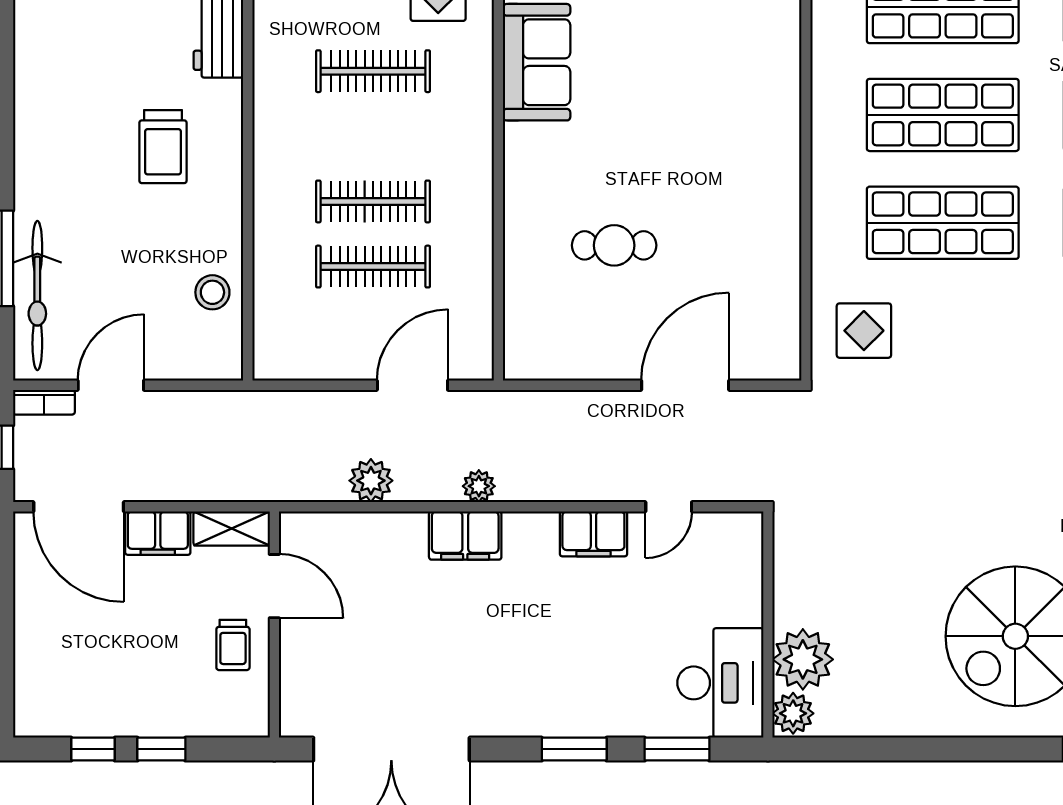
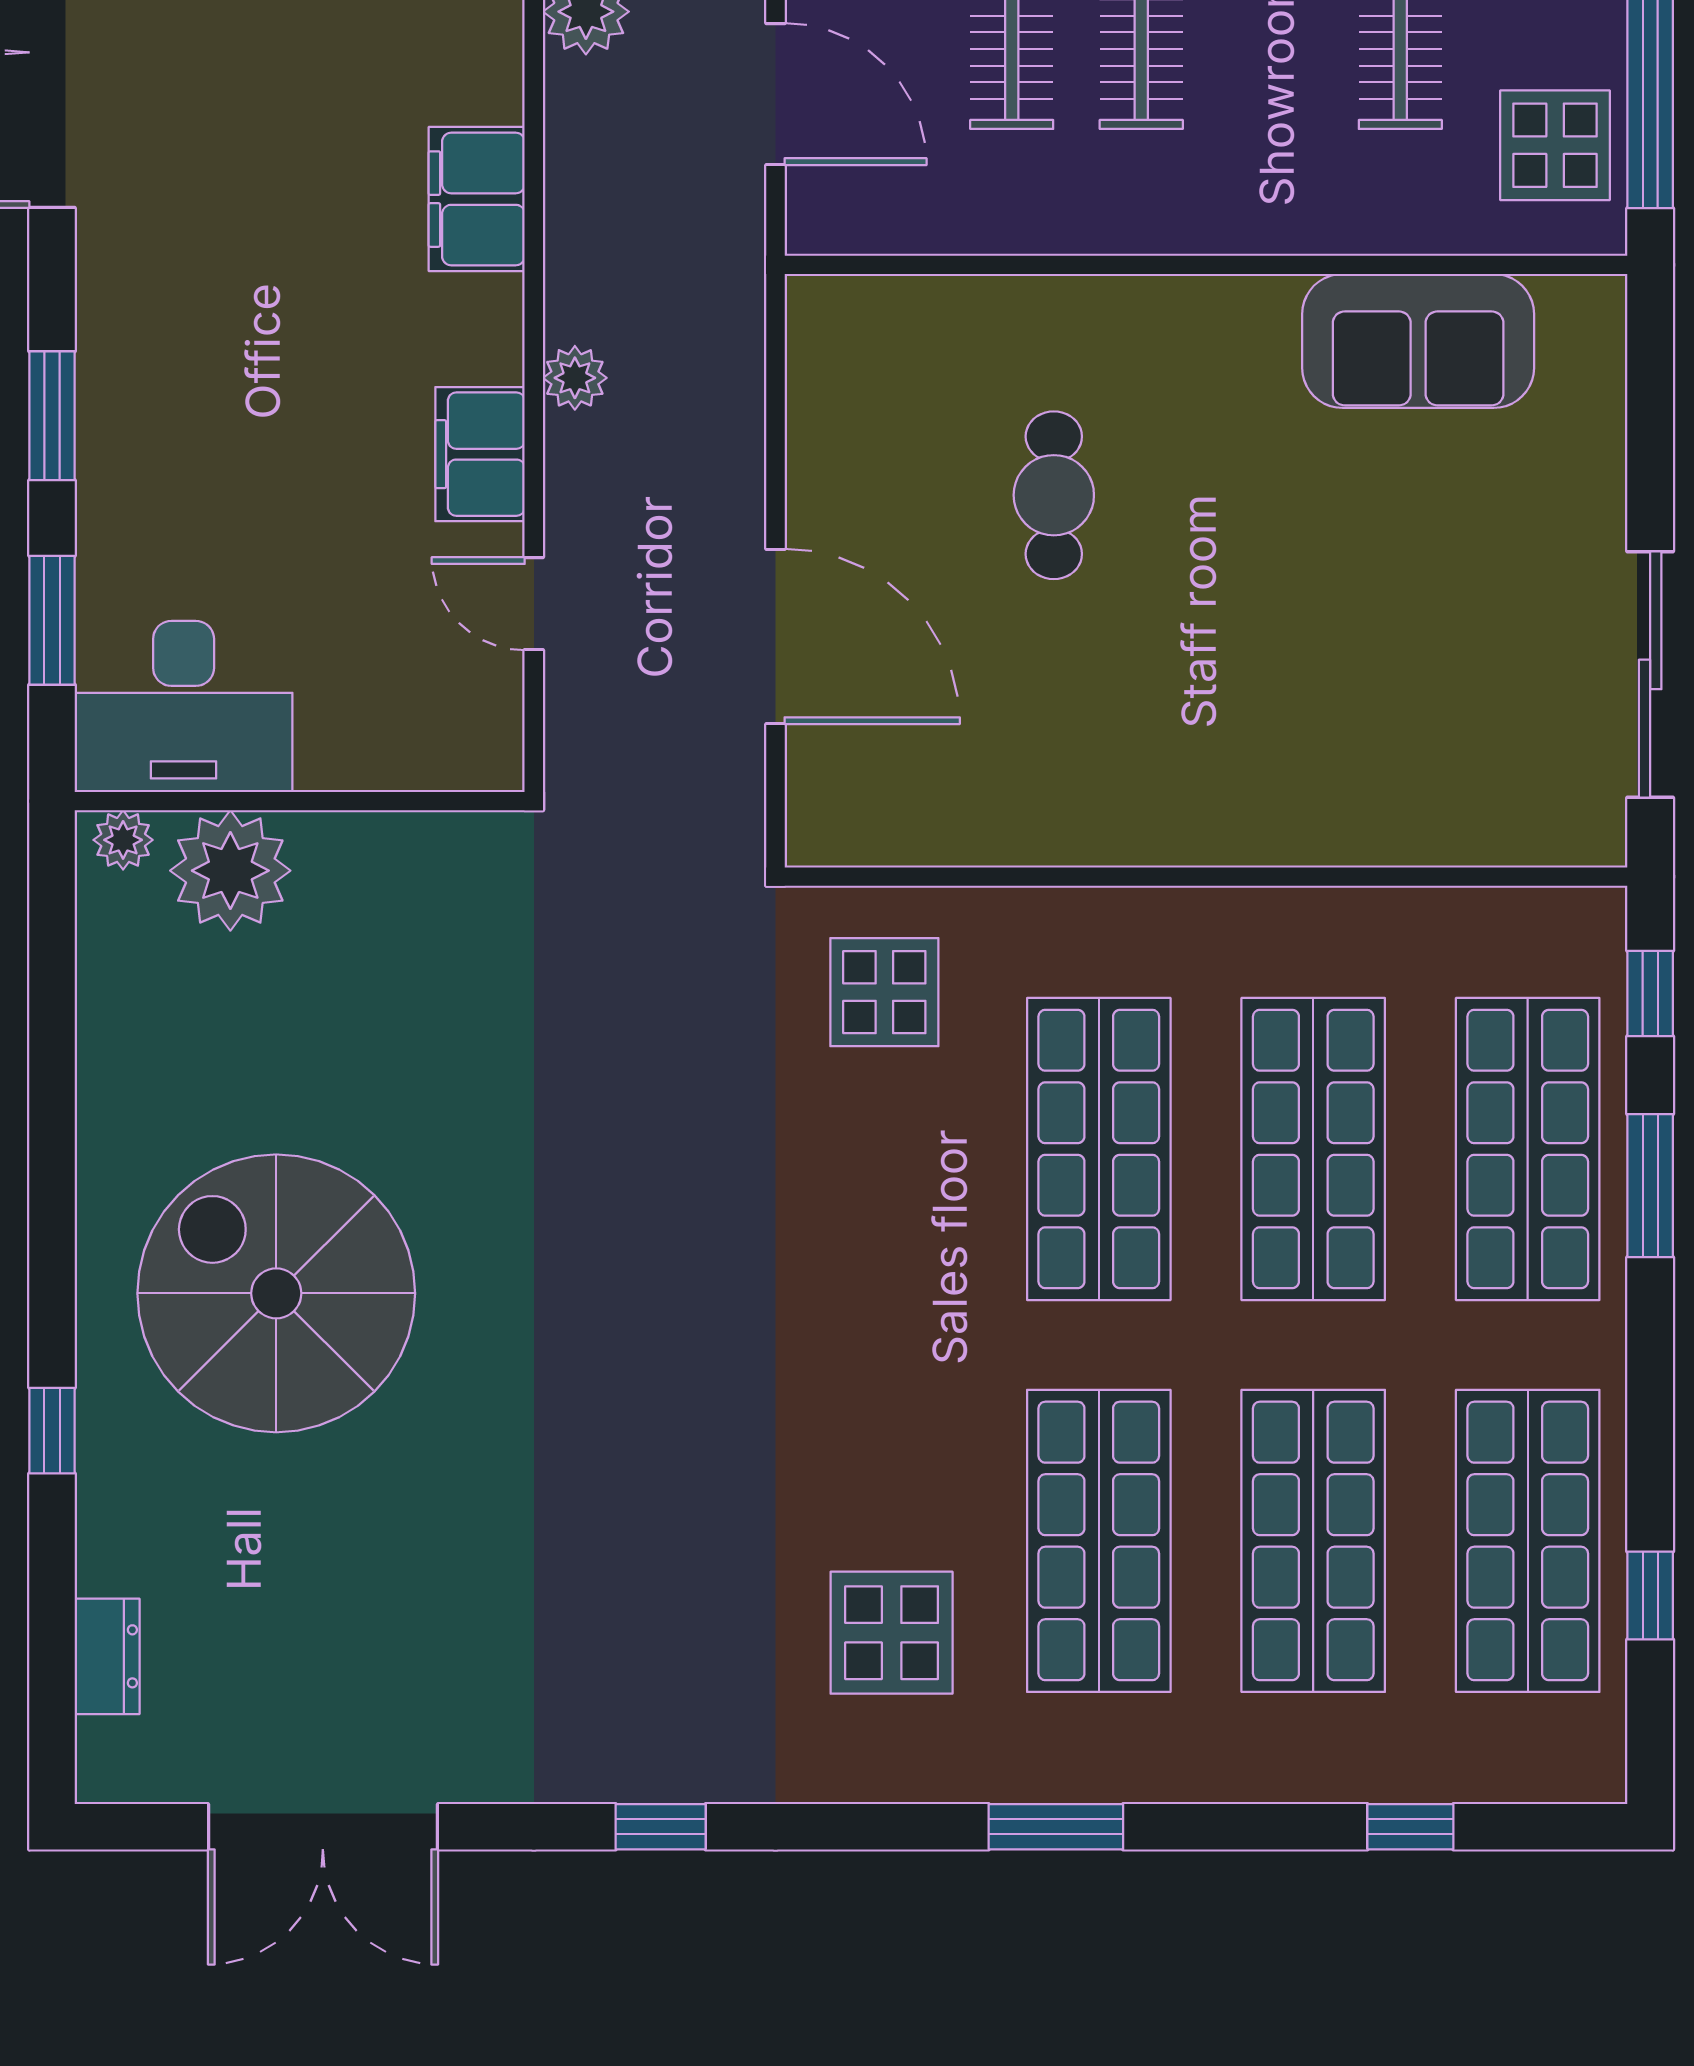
plant: (479, 486) -> (575, 378), moved
plant: (793, 713) -> (123, 840), width x0.73, depth x0.73

